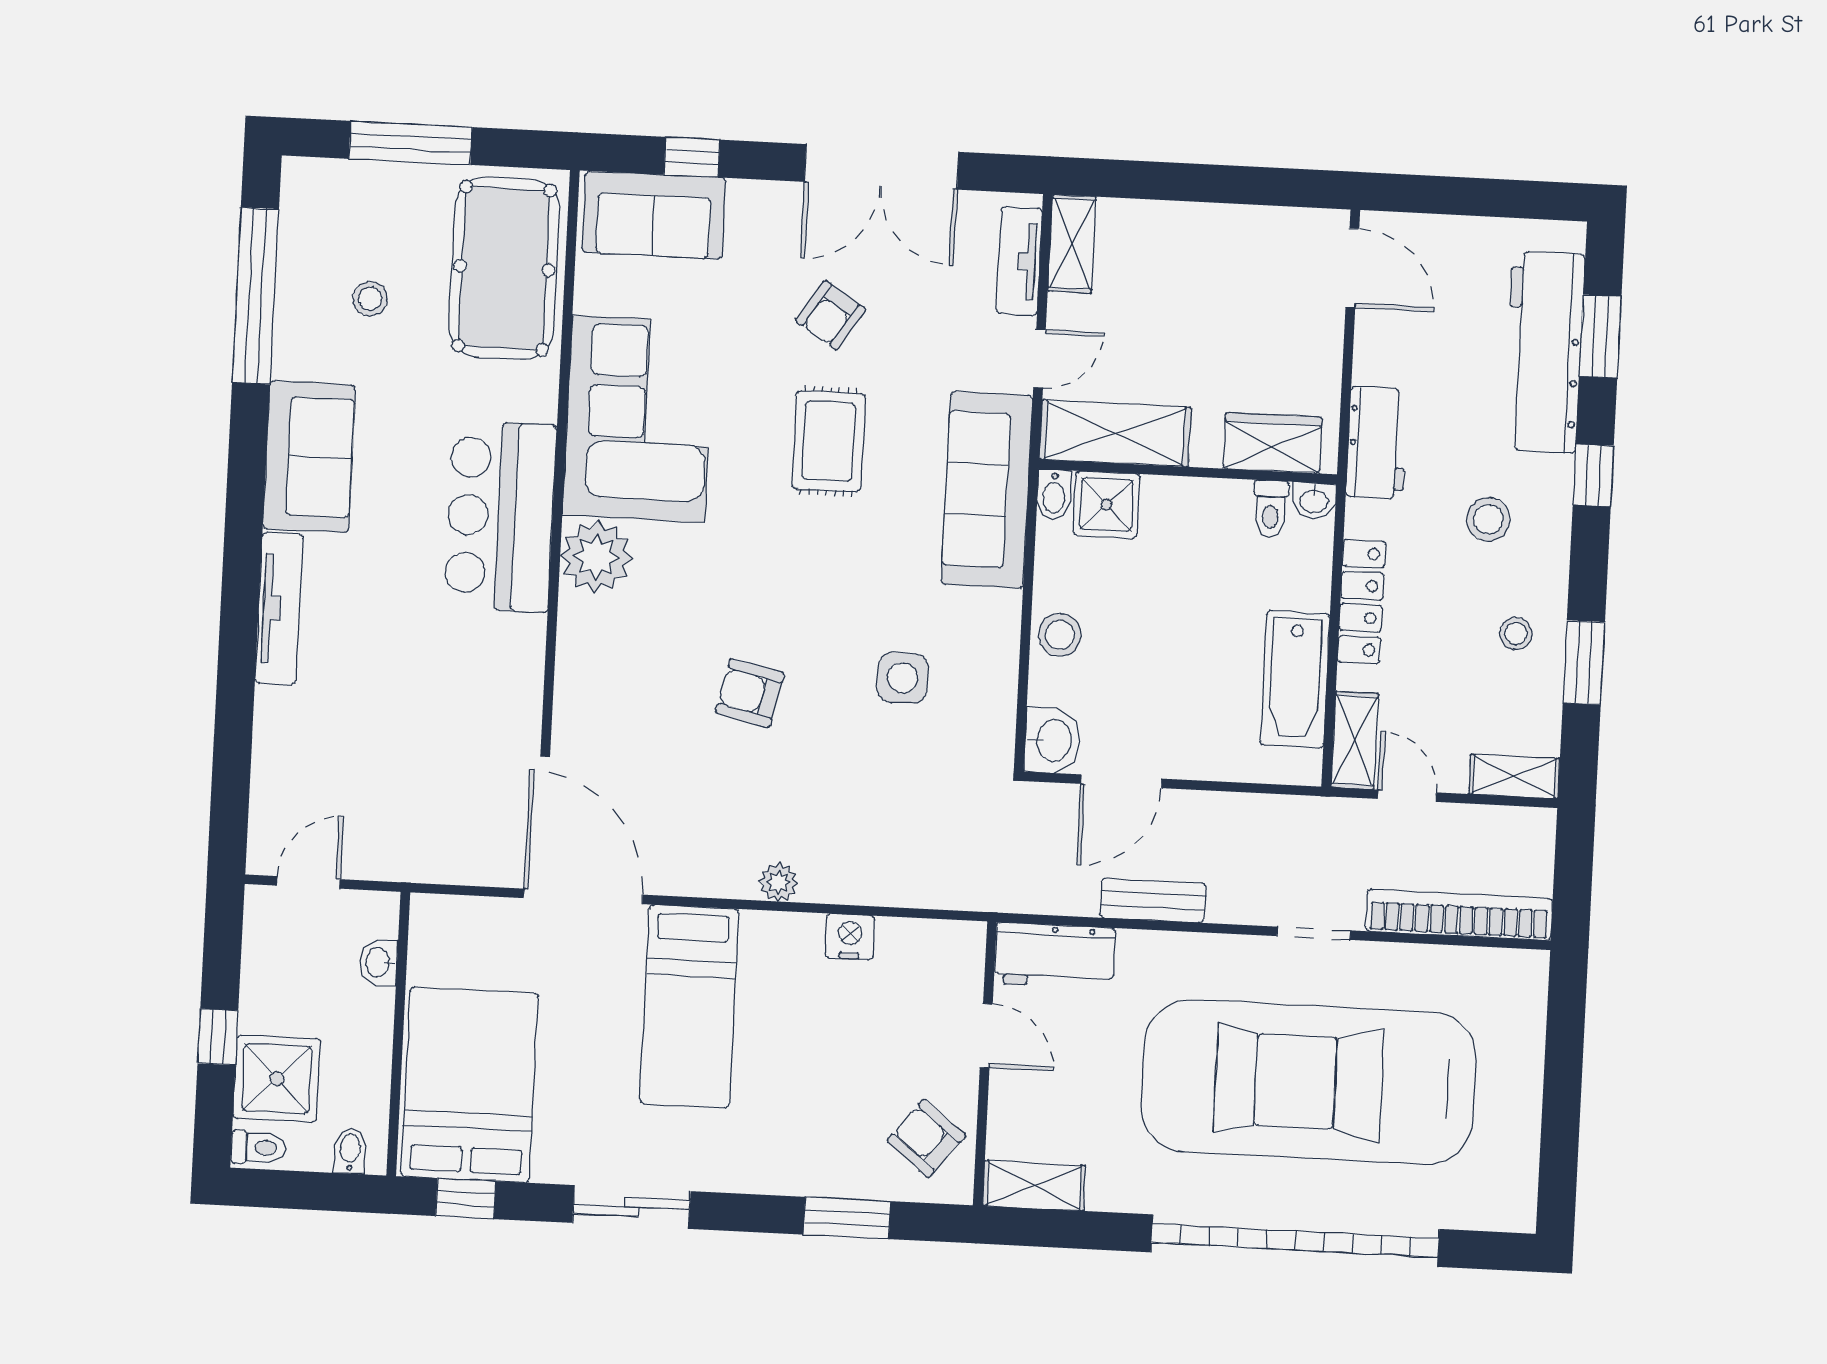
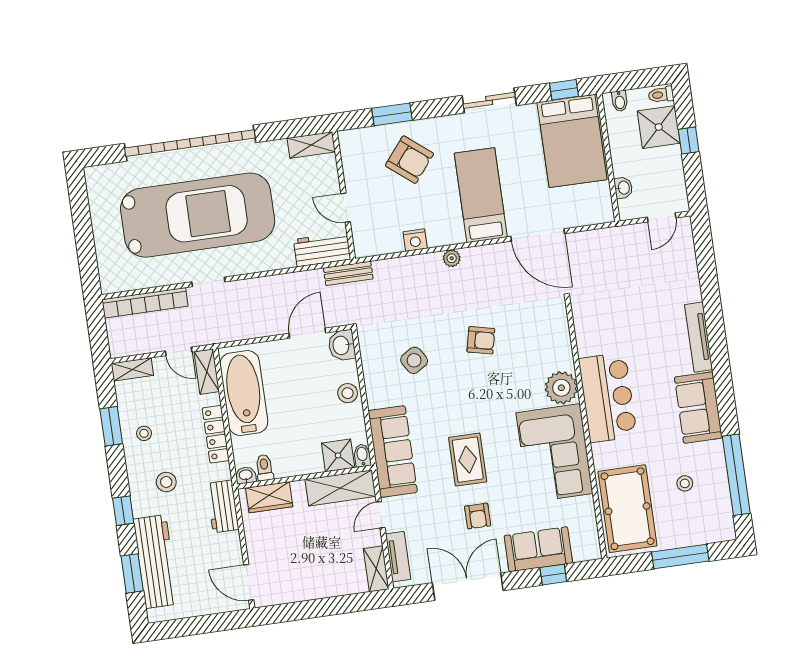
sofa: (654, 215) -> (538, 549), moved
armchair: (831, 315) -> (478, 516), turned 147
side table: (902, 678) -> (414, 360), turned -32
bathtub: (1295, 679) -> (244, 393), width x1.36, depth x1.36
bench: (1153, 900) -> (348, 273), moved
armchair: (926, 1138) -> (409, 160), moved, width x1.38, depth x1.38

